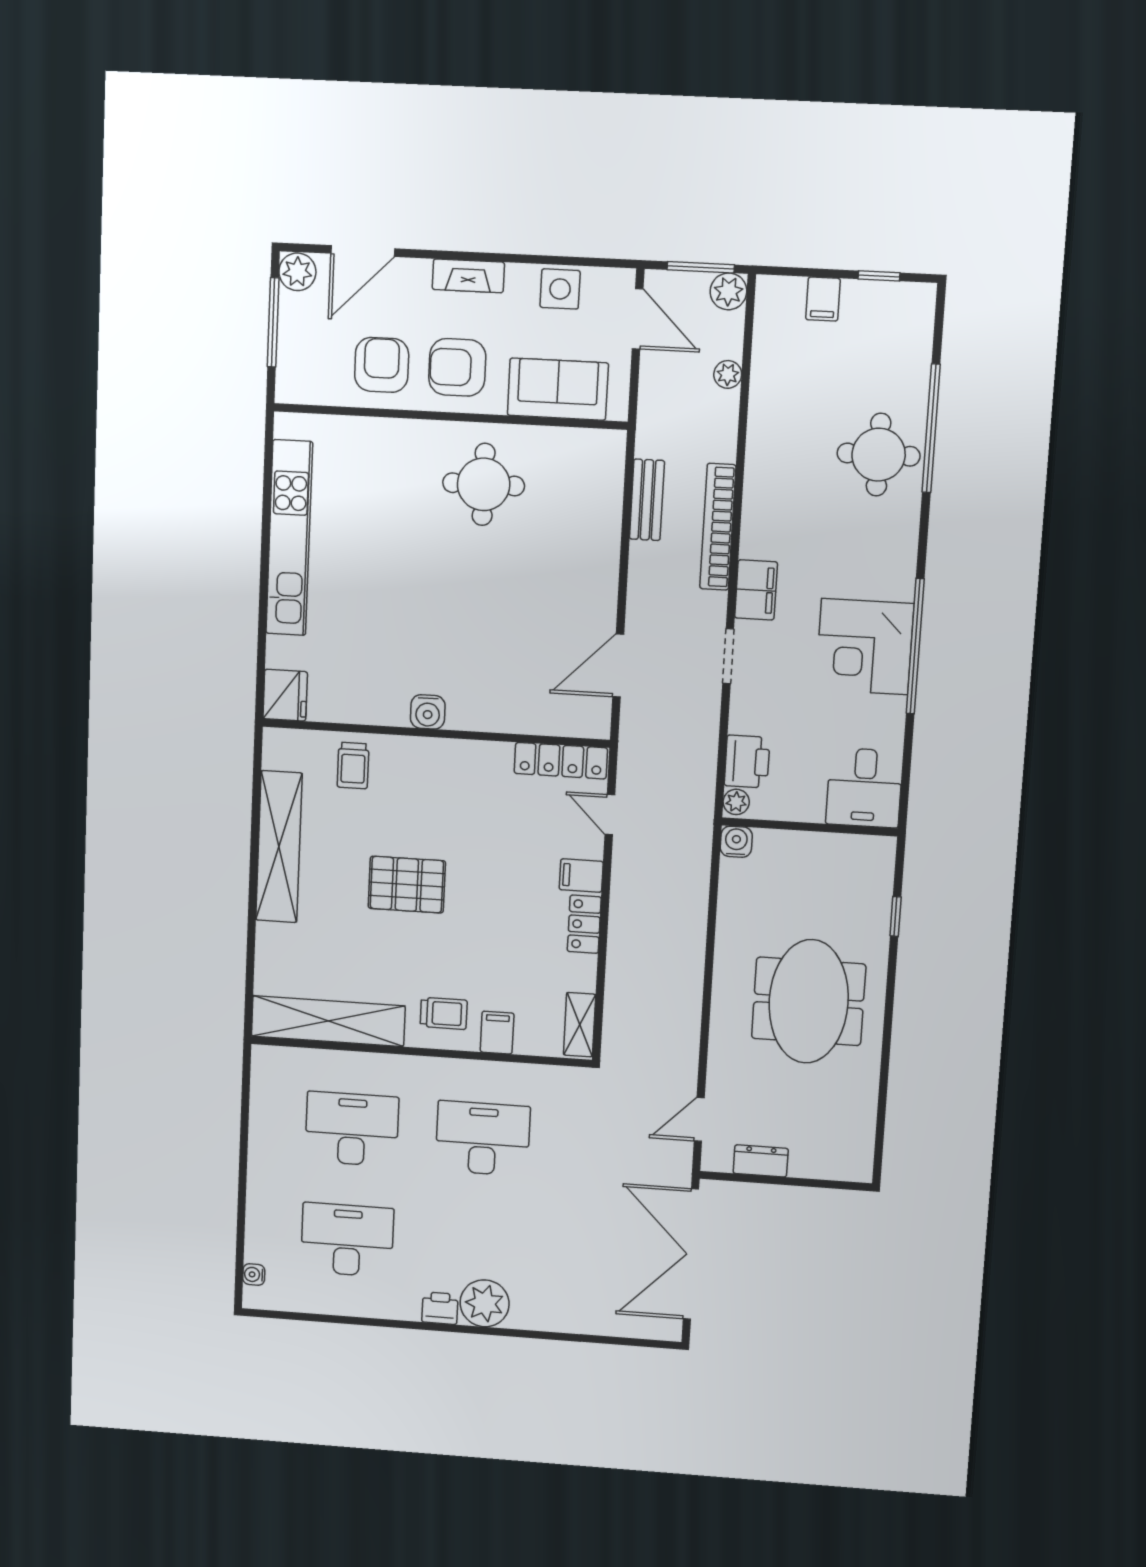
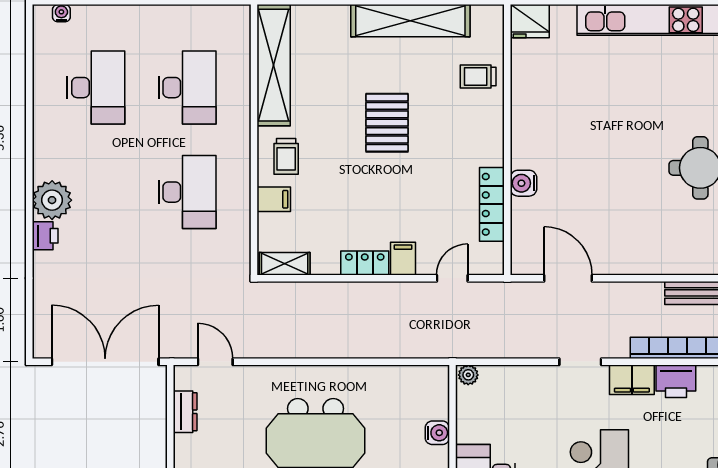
water cooler: (428, 712) -> (524, 183), moved
locker: (561, 761) -> (492, 204), moved
printer: (747, 762) -> (676, 381), moved
water cooler: (736, 842) -> (437, 433), moved
printer: (440, 1308) -> (45, 236), moved

